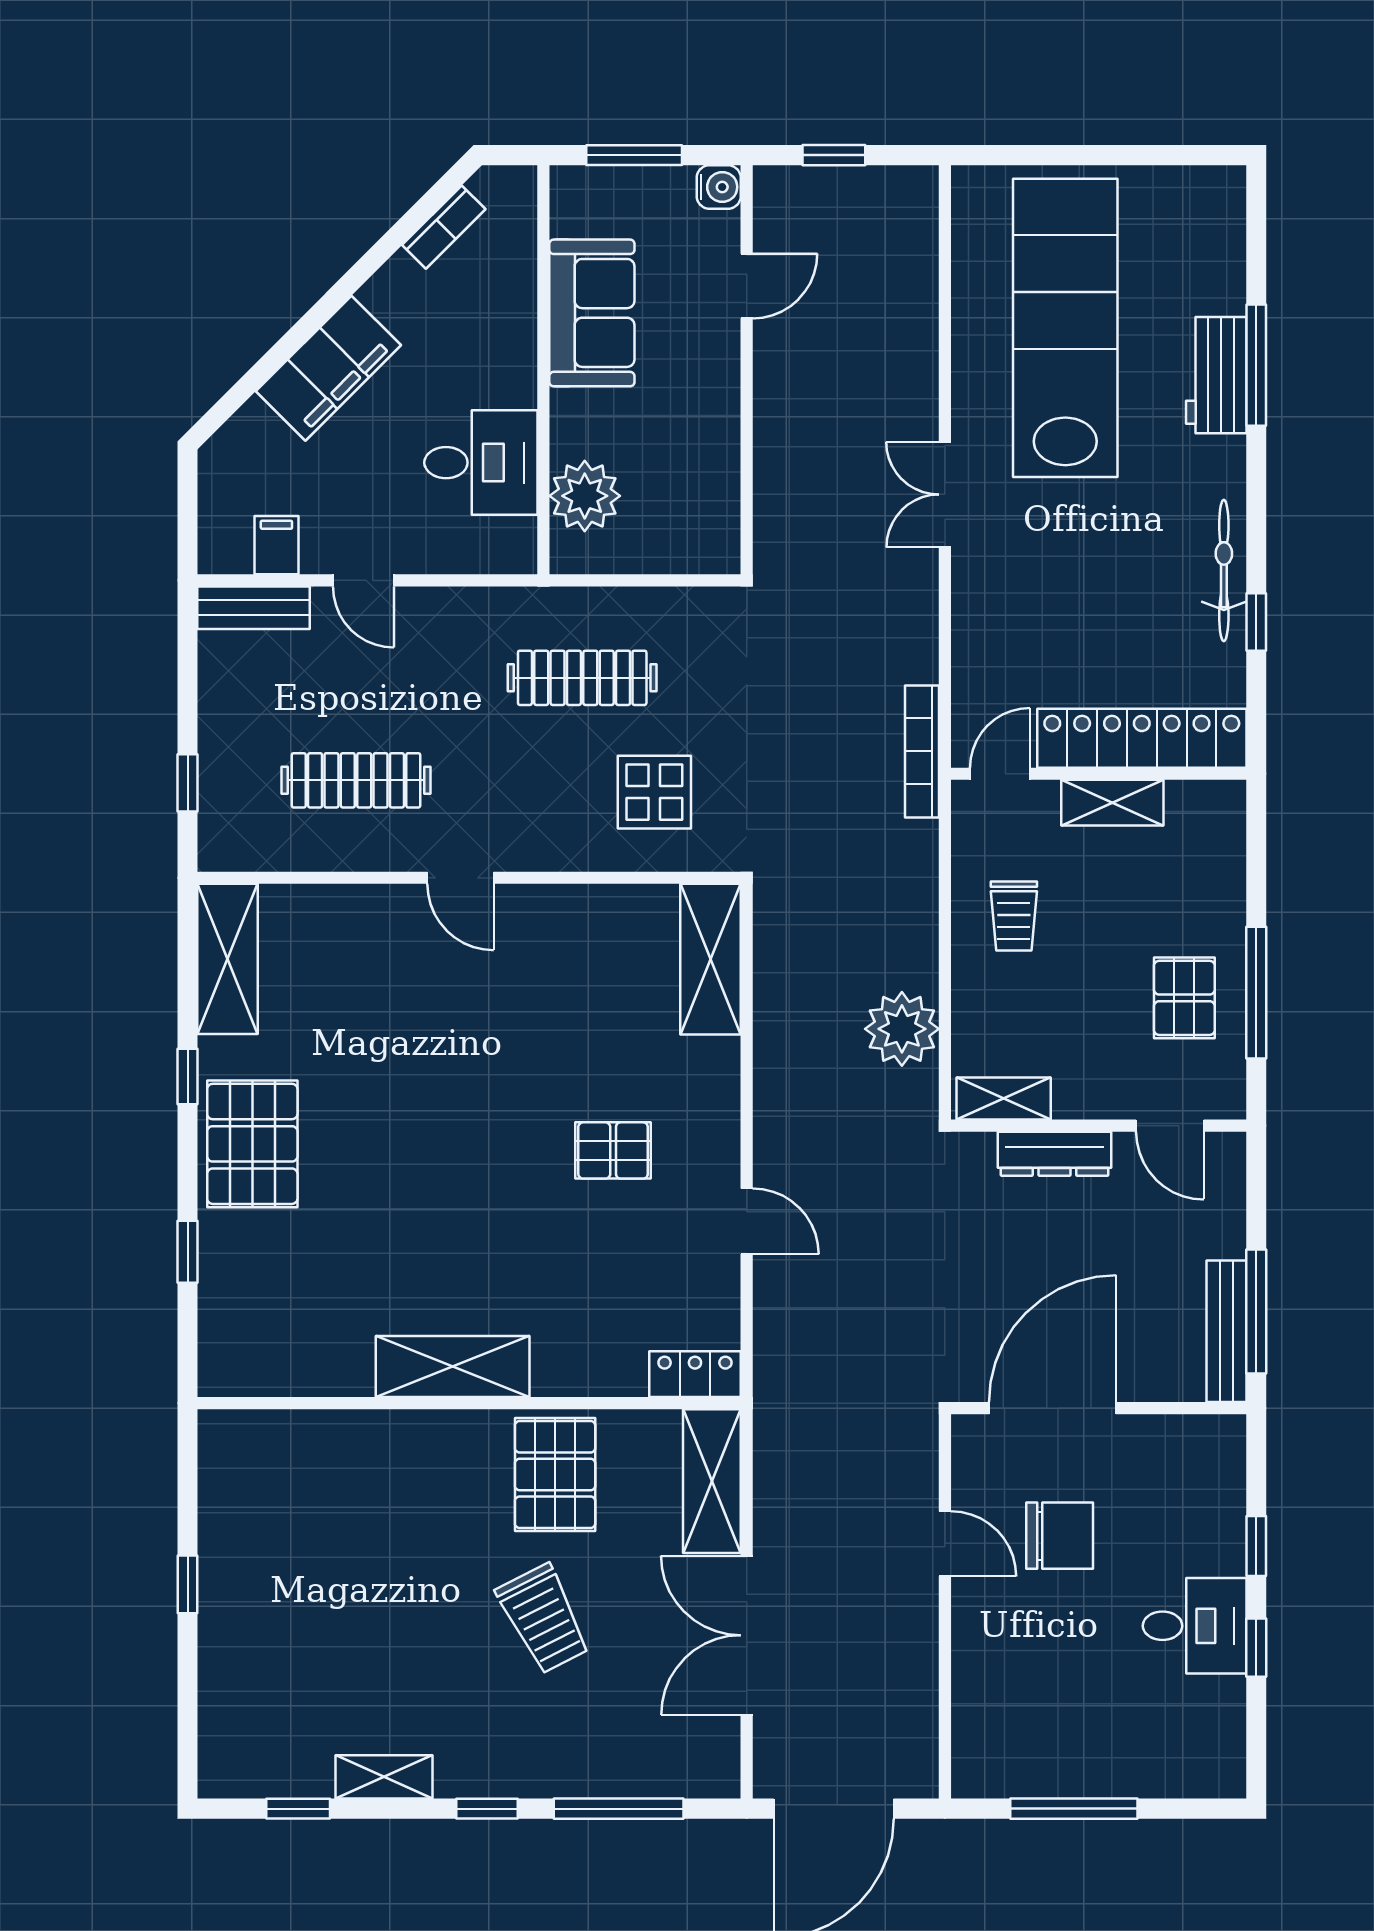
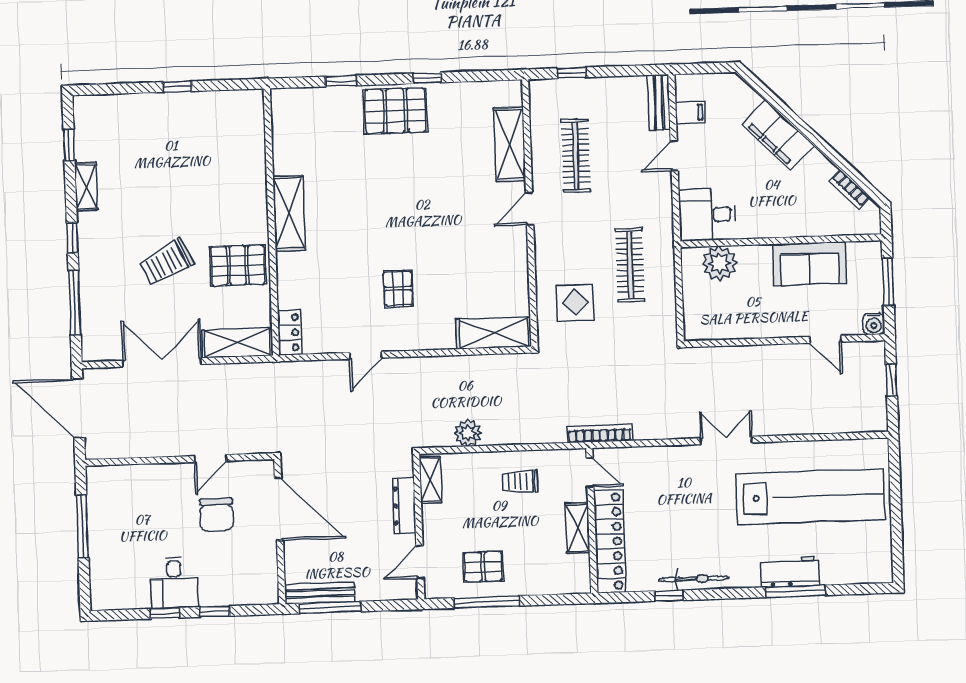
desk: (481, 463) -> (707, 215), moved, turned 90
shelving: (228, 959) -> (510, 144), moved, turned 90
plant: (902, 1029) -> (468, 433), width x0.73, depth x0.73

